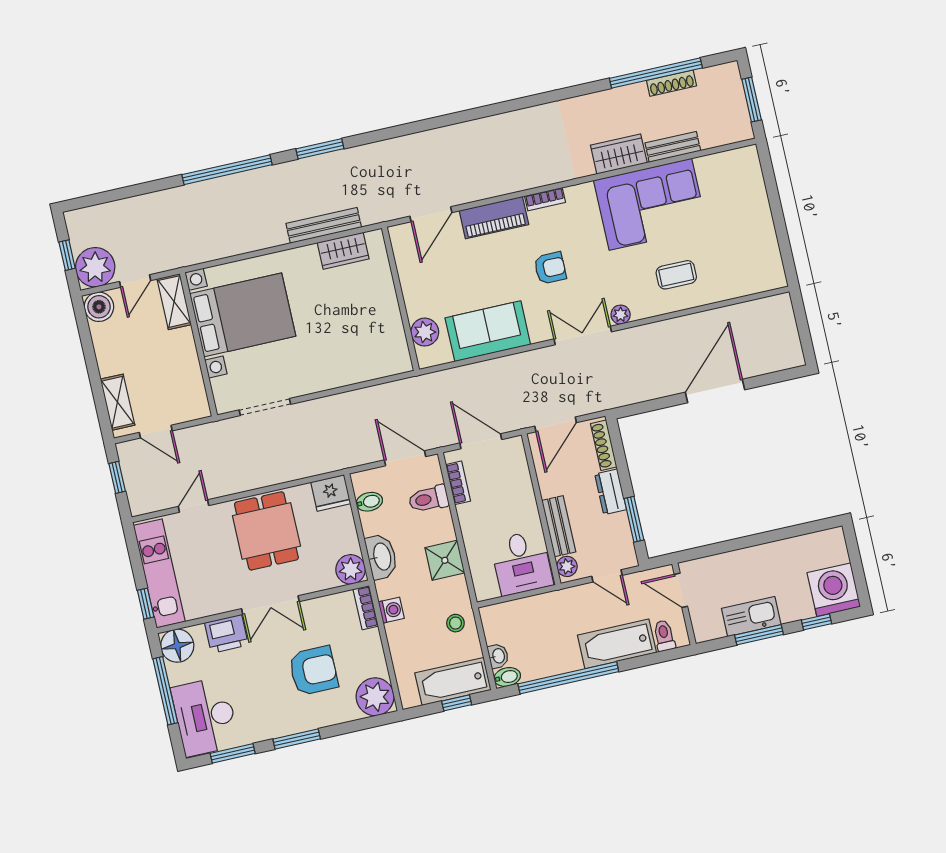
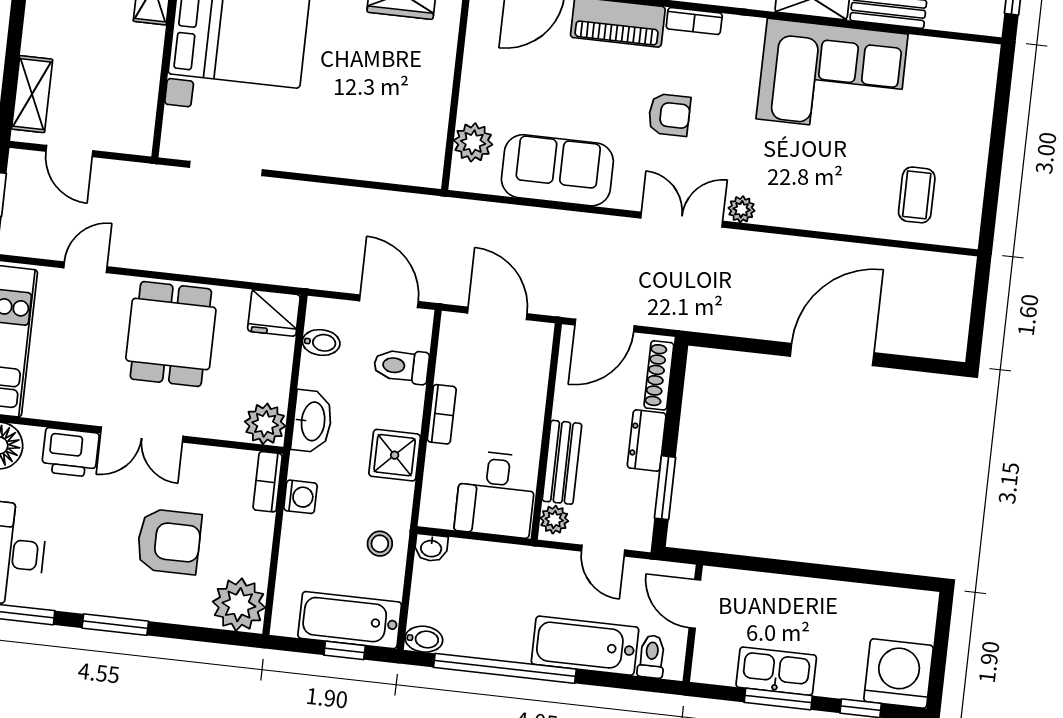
coffee table: (676, 275) -> (917, 195), moved, turned 90
bookcase: (458, 483) -> (442, 414), moved
washbasin: (498, 656) -> (431, 548), moved, turned 90

